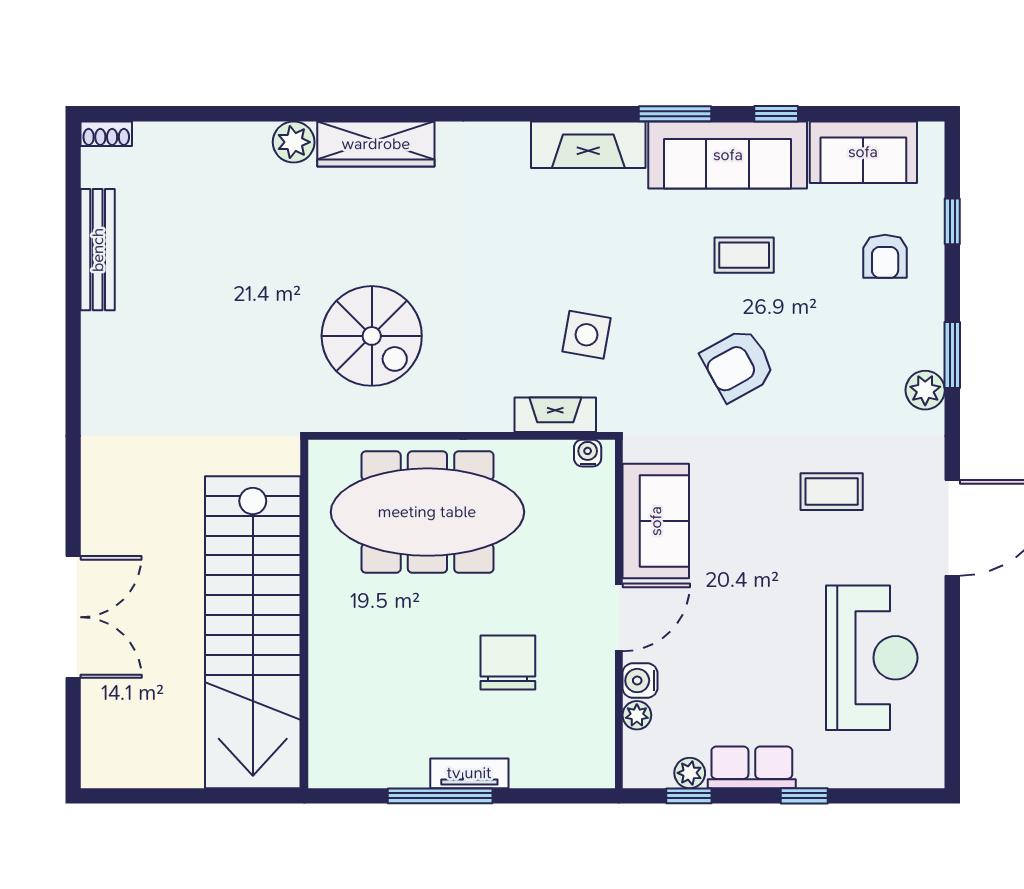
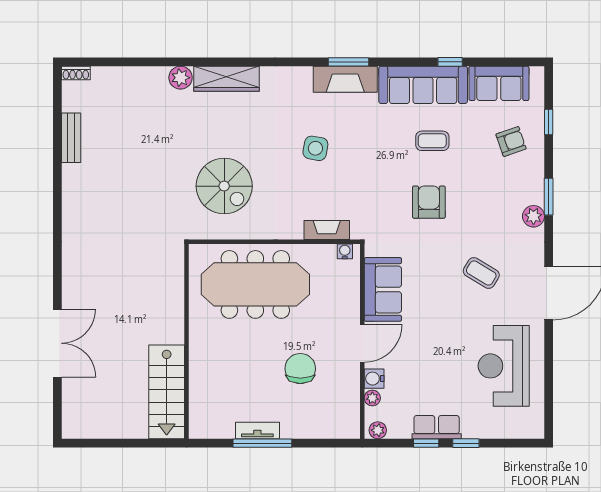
window: (675, 114) -> (349, 62), moved
bench: (98, 250) -> (71, 138), width x0.73
armchair: (885, 256) -> (511, 141), turned -109
side table: (586, 335) -> (315, 148), moved
armchair: (738, 365) -> (429, 202), turned 119
coffee table: (832, 492) -> (481, 273), turned 31
stairs: (253, 632) -> (167, 392), width x0.54, depth x0.66
reception desk: (872, 658) -> (504, 366), turned 180
tv unit: (469, 773) -> (257, 430), moved
plant: (690, 773) -> (378, 430), moved
window: (689, 796) -> (426, 443), moved

